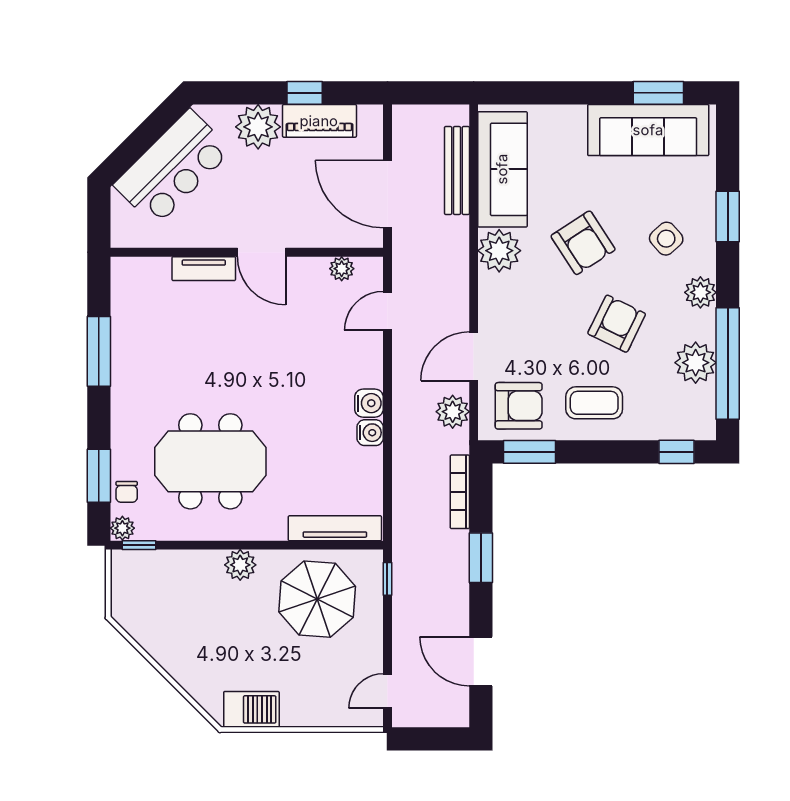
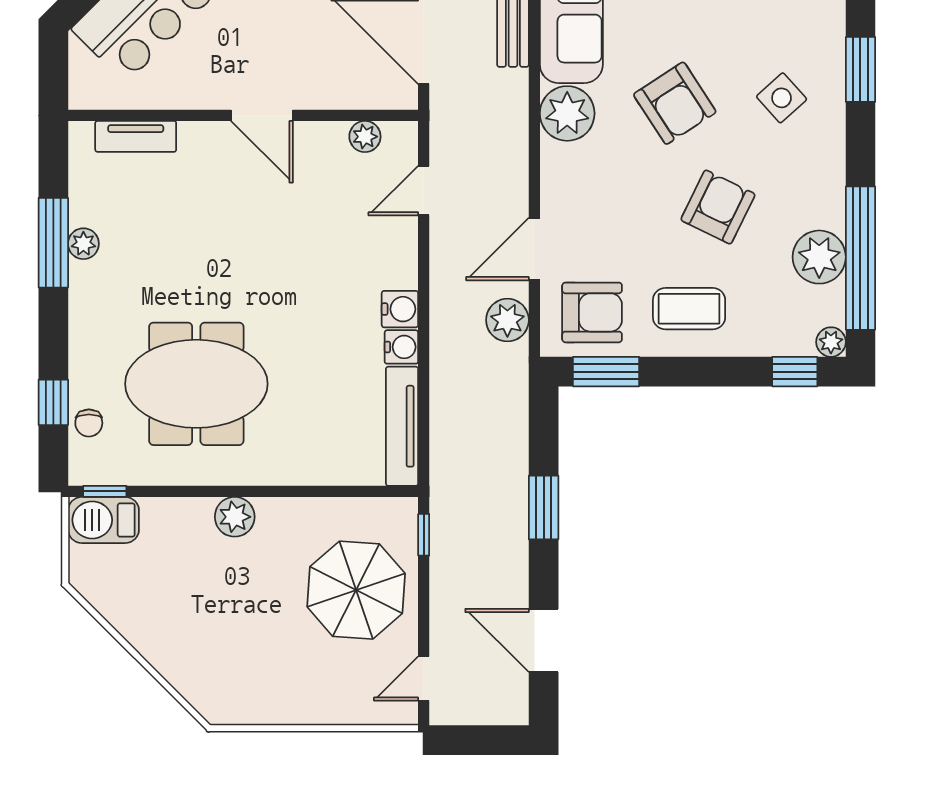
tv unit: (204, 269) -> (136, 136), moved
plant: (700, 292) -> (831, 342), moved, width x0.73, depth x0.73
window: (99, 476) -> (53, 402), width x0.67
bookcase: (460, 492) -> (517, 423), removed
plant: (122, 528) -> (83, 244), moved
tv unit: (335, 528) -> (402, 426), moved, turned -90
parasol: (317, 599) -> (356, 590), moved
barbecue: (251, 709) -> (103, 520), moved, turned 180

